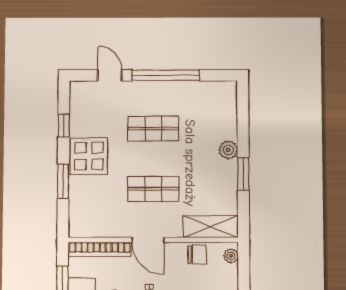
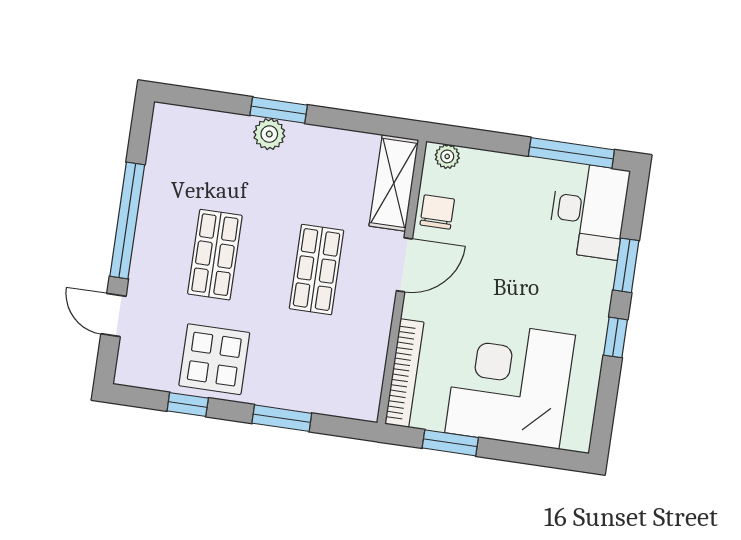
door: (110, 75) -> (113, 315), hinge flipped
display table: (89, 156) -> (214, 359), moved
window: (243, 174) -> (279, 110), moved
door: (148, 240) -> (404, 265), moved

